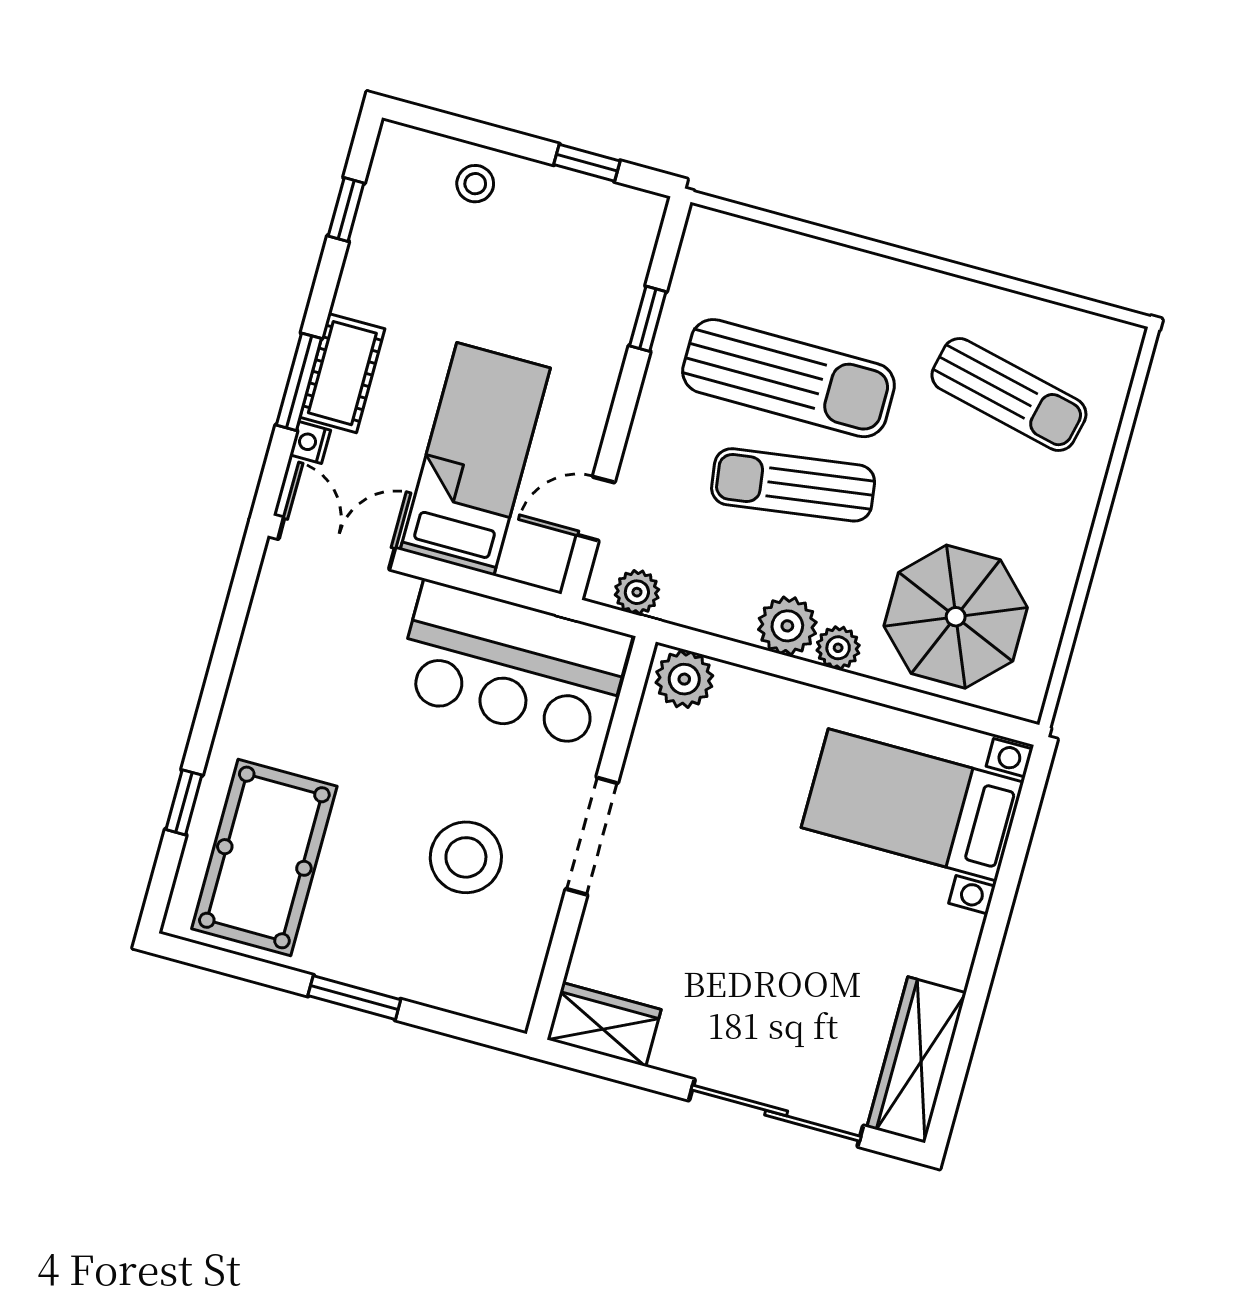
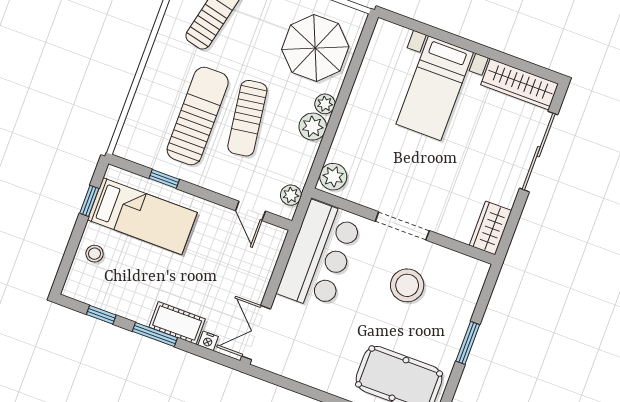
window: (299, 382) -> (155, 335), moved
bed: (475, 459) -> (142, 216), moved, turned 180
bed with nightstands: (912, 805) -> (435, 88), moved

